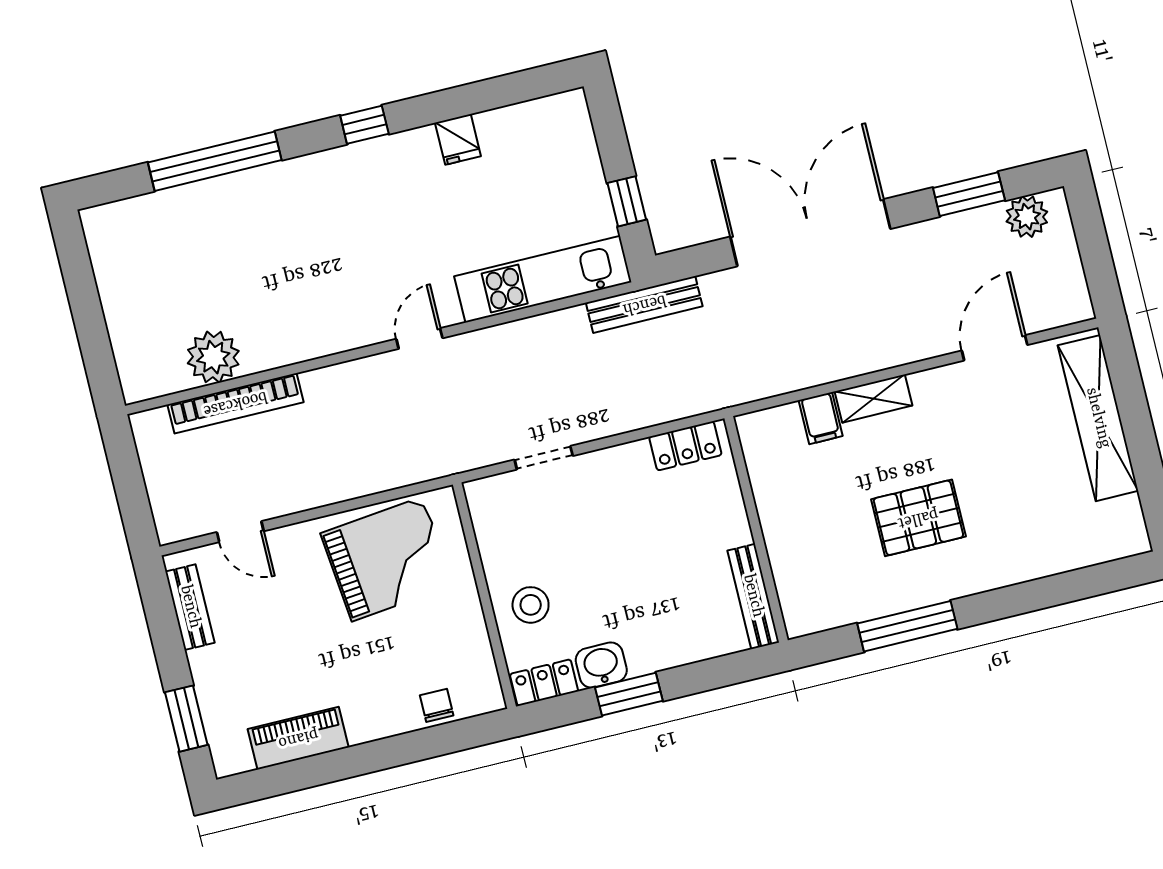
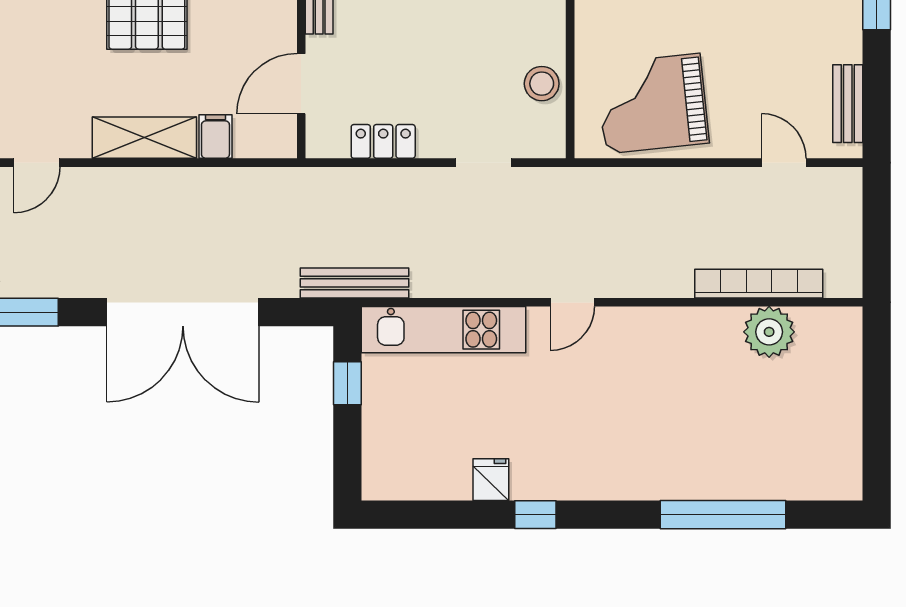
window: (364, 125) -> (535, 515), moved
door: (995, 348) -> (37, 163), width x0.73
shelving: (874, 398) -> (144, 138), width x1.50, depth x1.33
locker: (685, 446) -> (383, 141), moved
door: (747, 493) -> (301, 84), added
stool: (531, 605) -> (542, 84), moved

